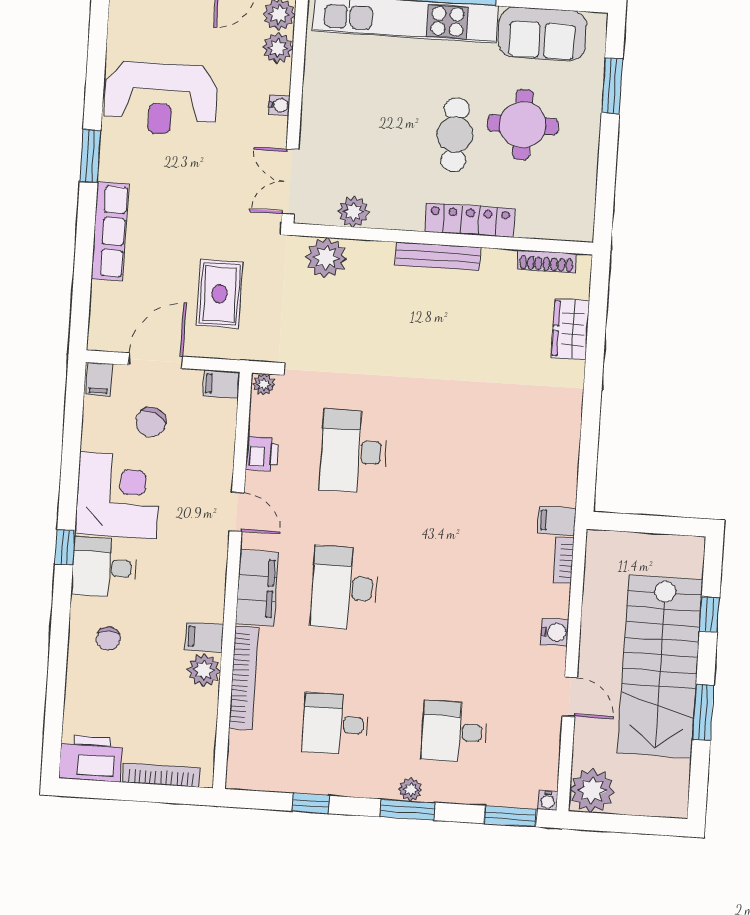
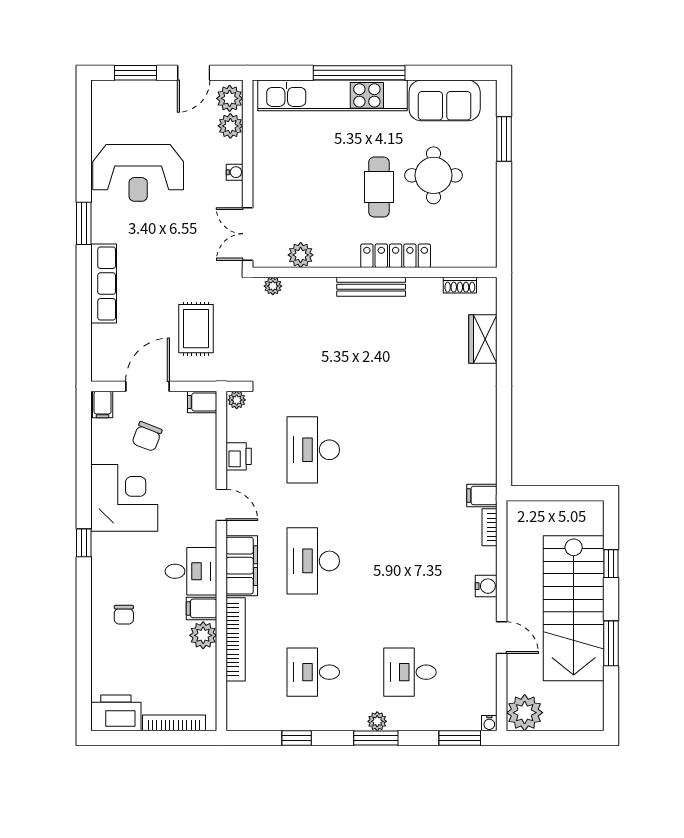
plant: (326, 258) -> (273, 286), width x0.53, depth x0.53
shoe rack: (546, 261) -> (460, 285), width x0.70
desk: (104, 567) -> (191, 571), moved, turned 180

